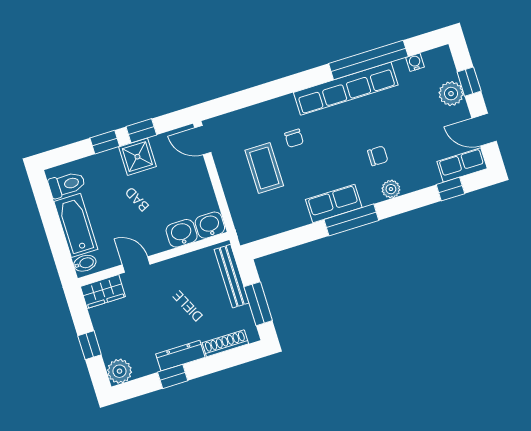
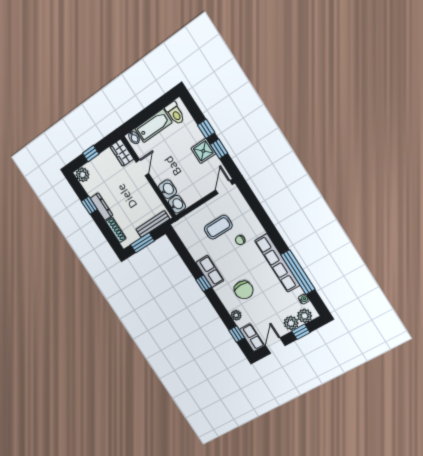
plant: (443, 69) -> (305, 316), added
chair: (378, 156) -> (244, 290), width x1.87, depth x1.87
plant: (391, 189) -> (236, 315), moved
window: (351, 220) -> (204, 283), width x0.46

